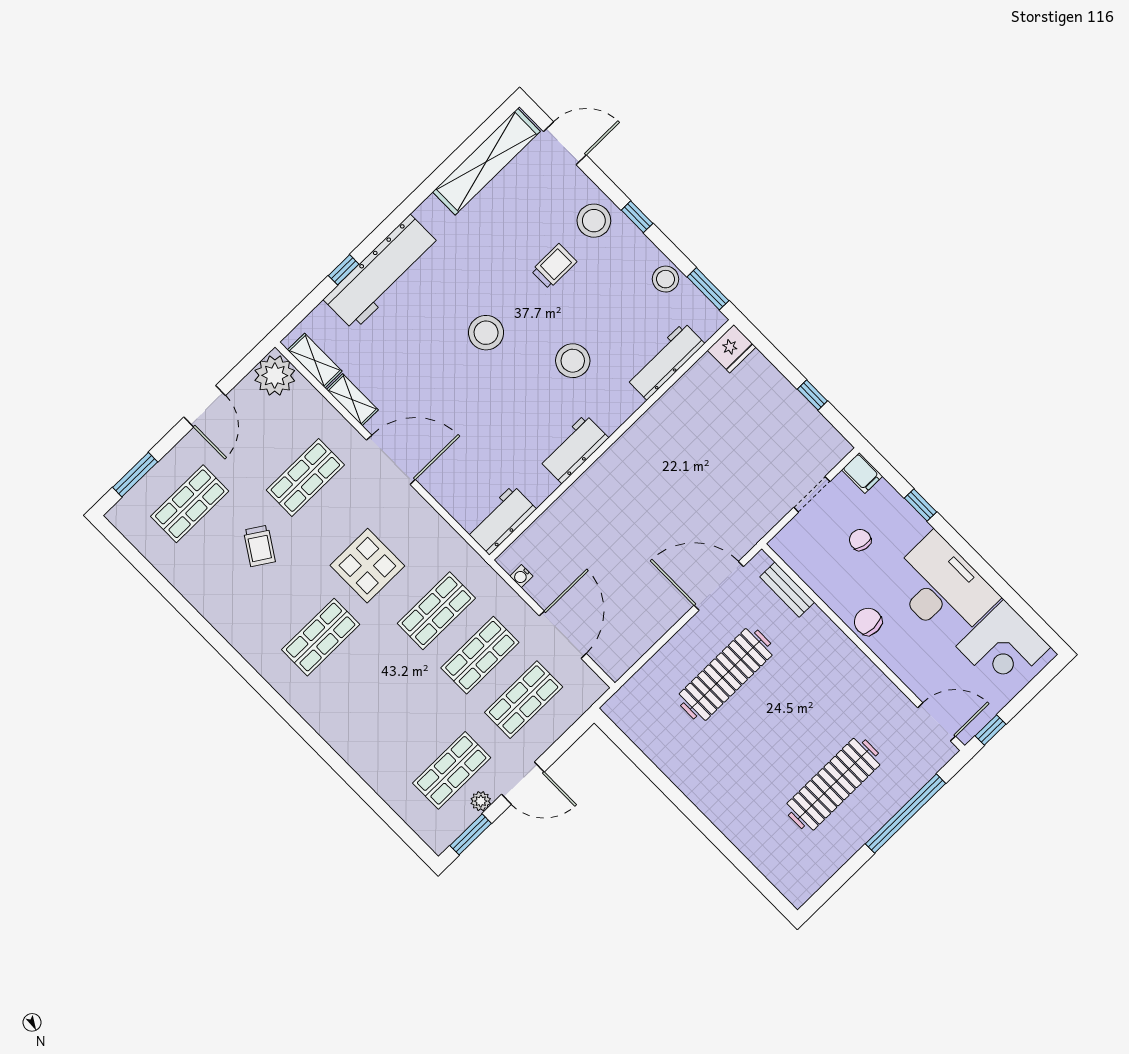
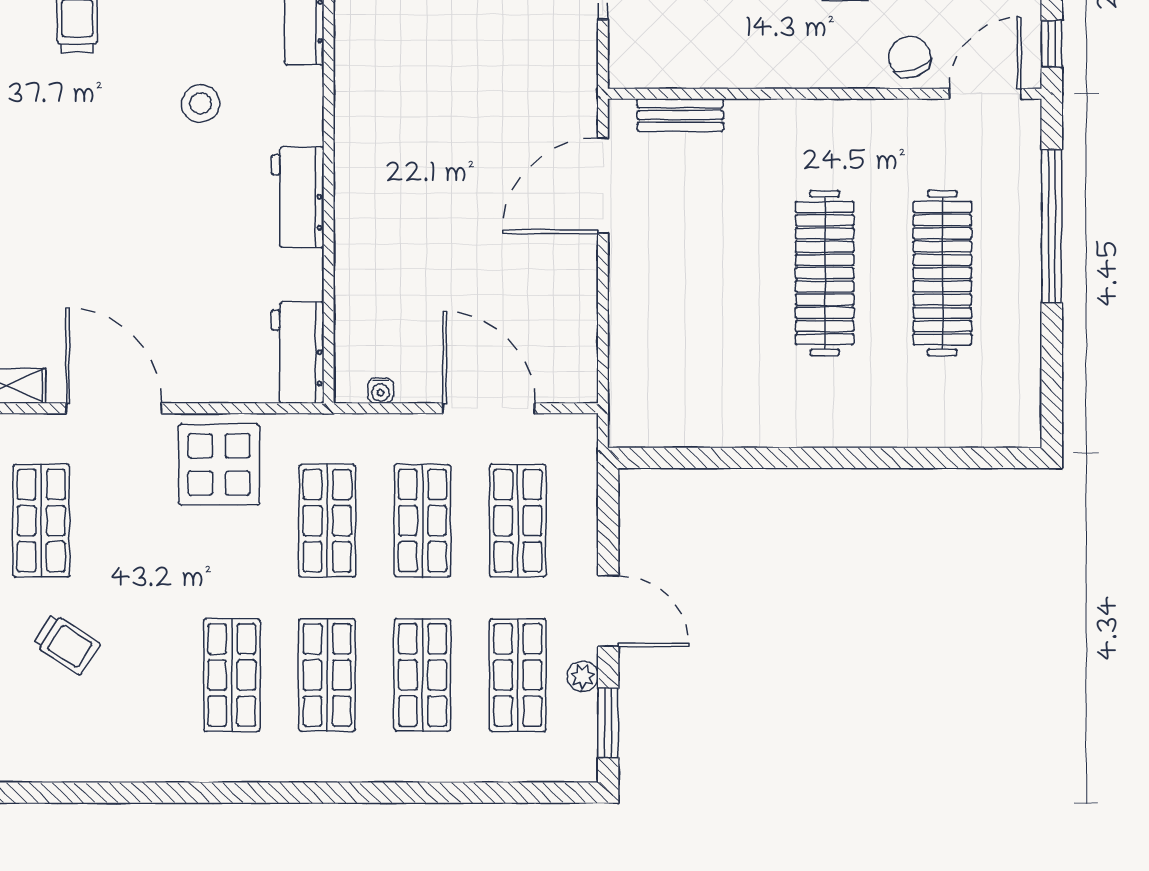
stool: (486, 333) -> (77, 168), removed
stool: (573, 361) -> (201, 103), width x0.73, depth x0.73
door: (391, 460) -> (114, 408), hinge flipped
display table: (367, 566) -> (219, 464), moved
chair: (868, 622) -> (910, 57), moved, turned 71
clothes rail: (726, 674) -> (825, 273), moved
shop shelf: (364, 681) -> (327, 675), added
shop shelf: (408, 726) -> (422, 675), added
door: (523, 783) -> (608, 611), hinge flipped

